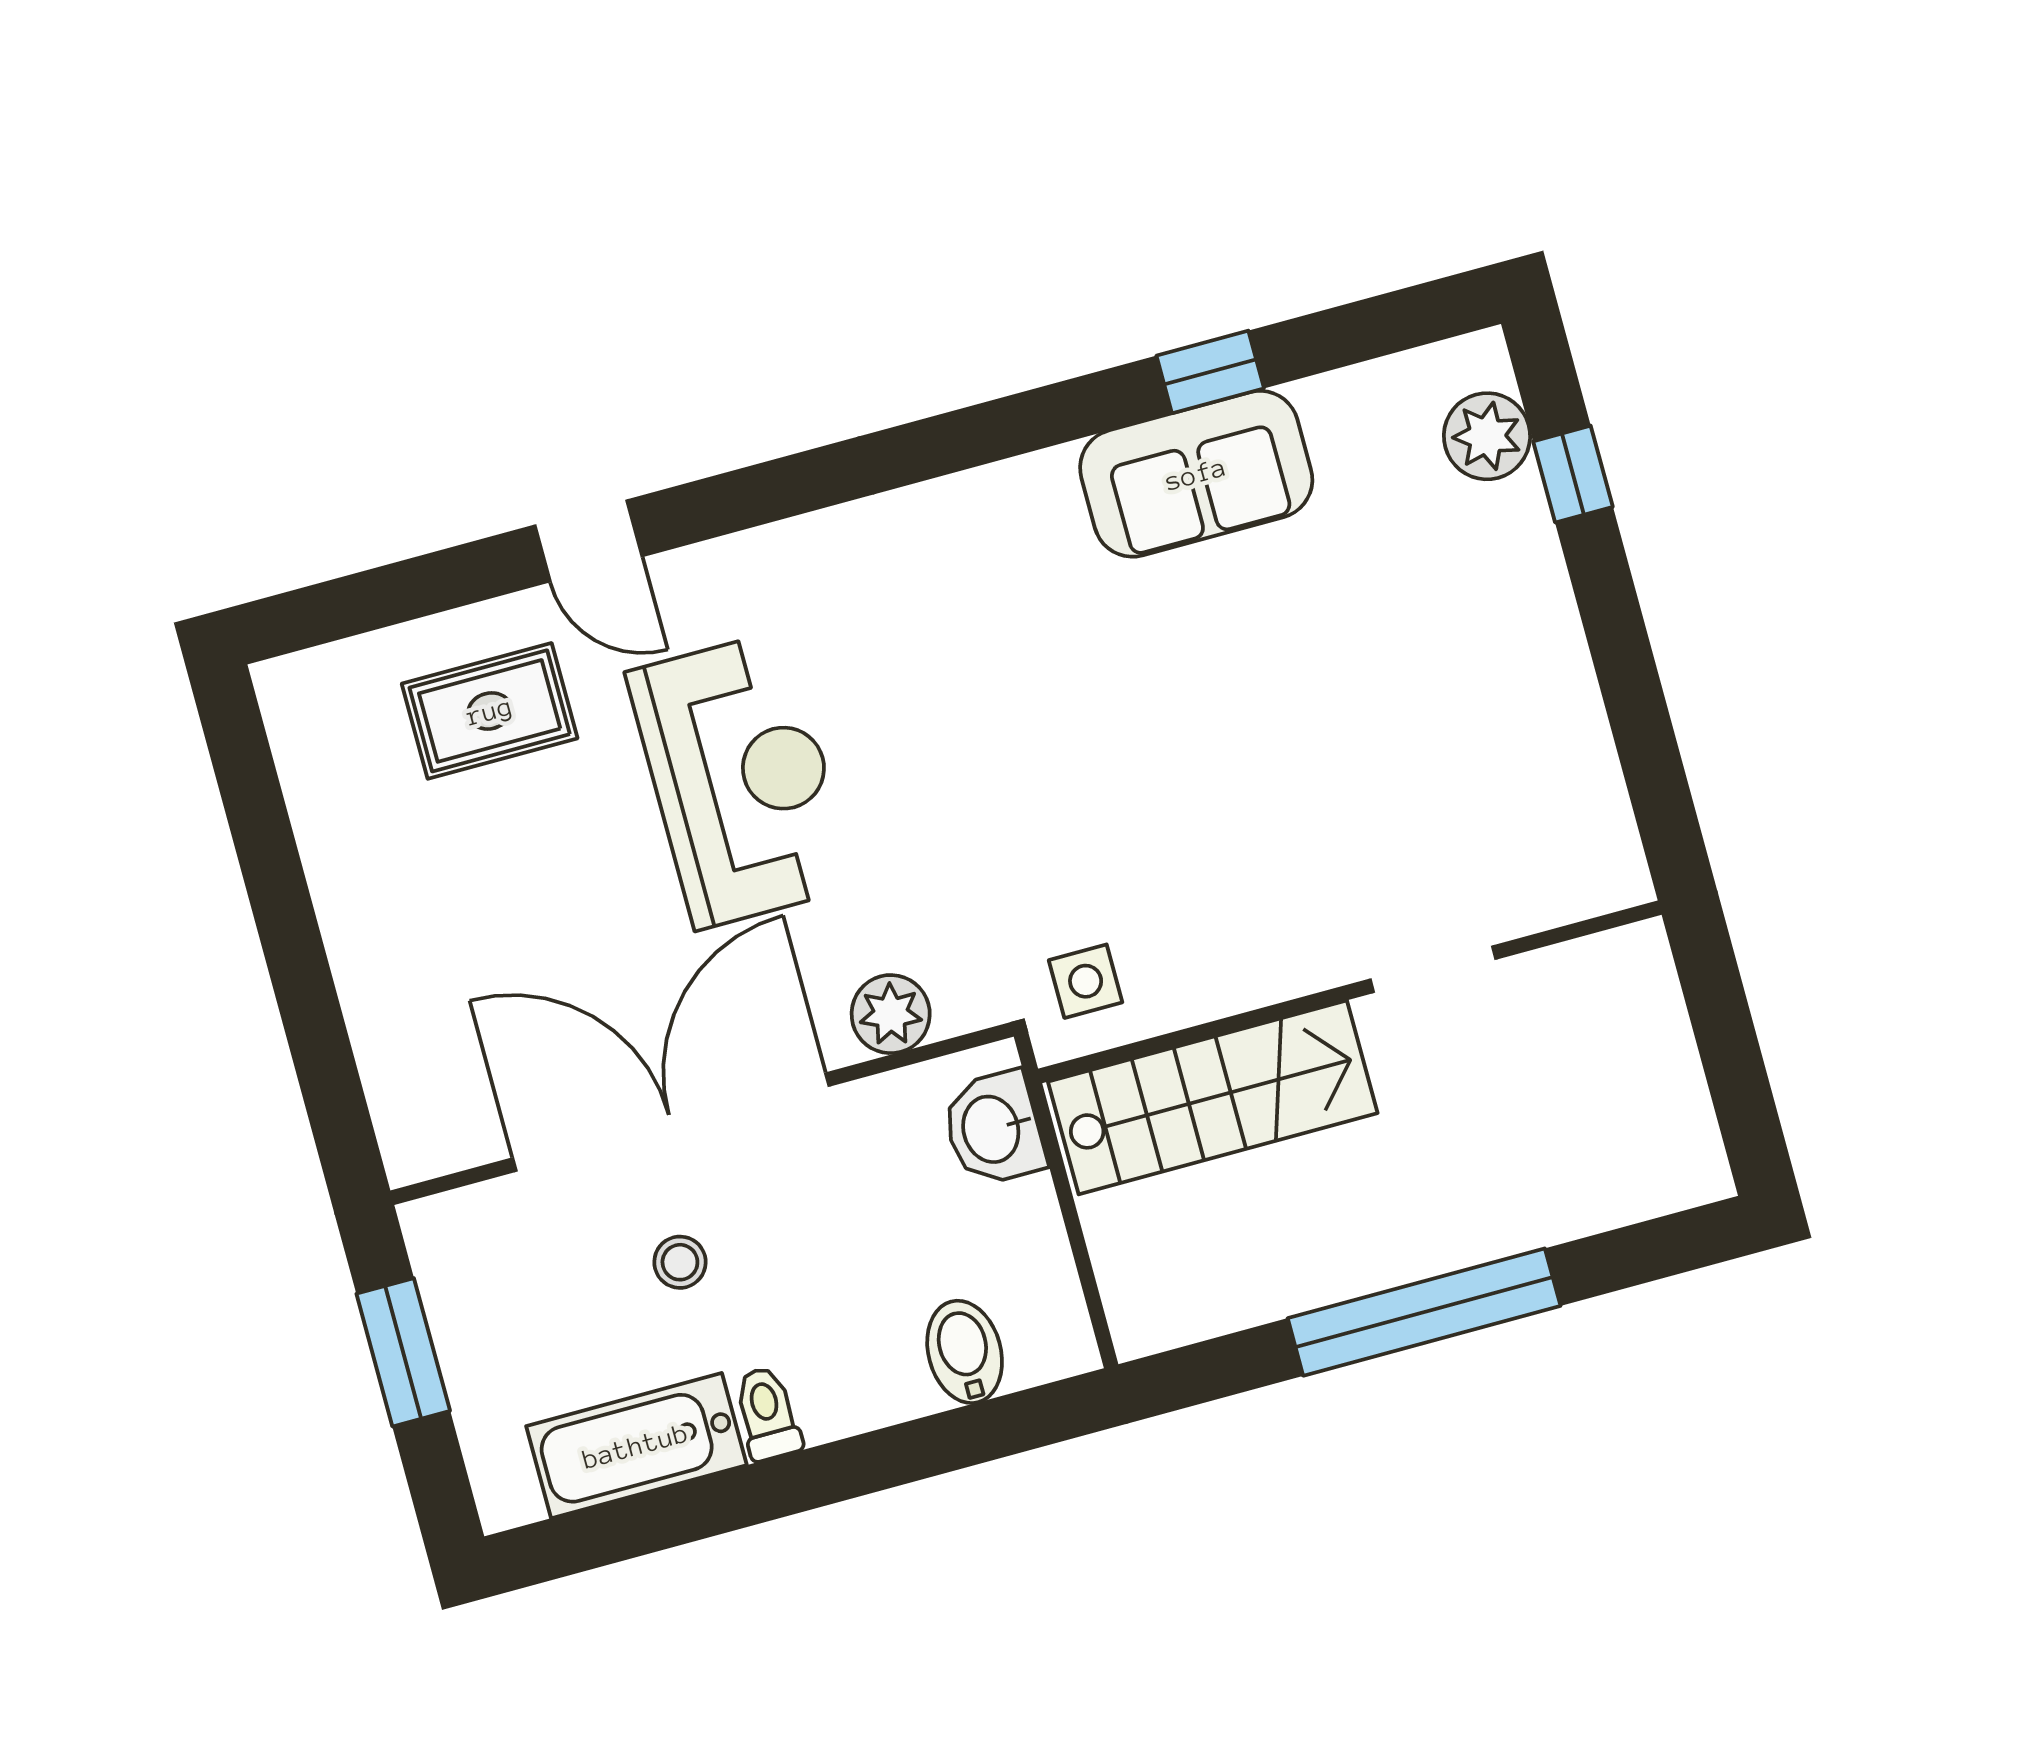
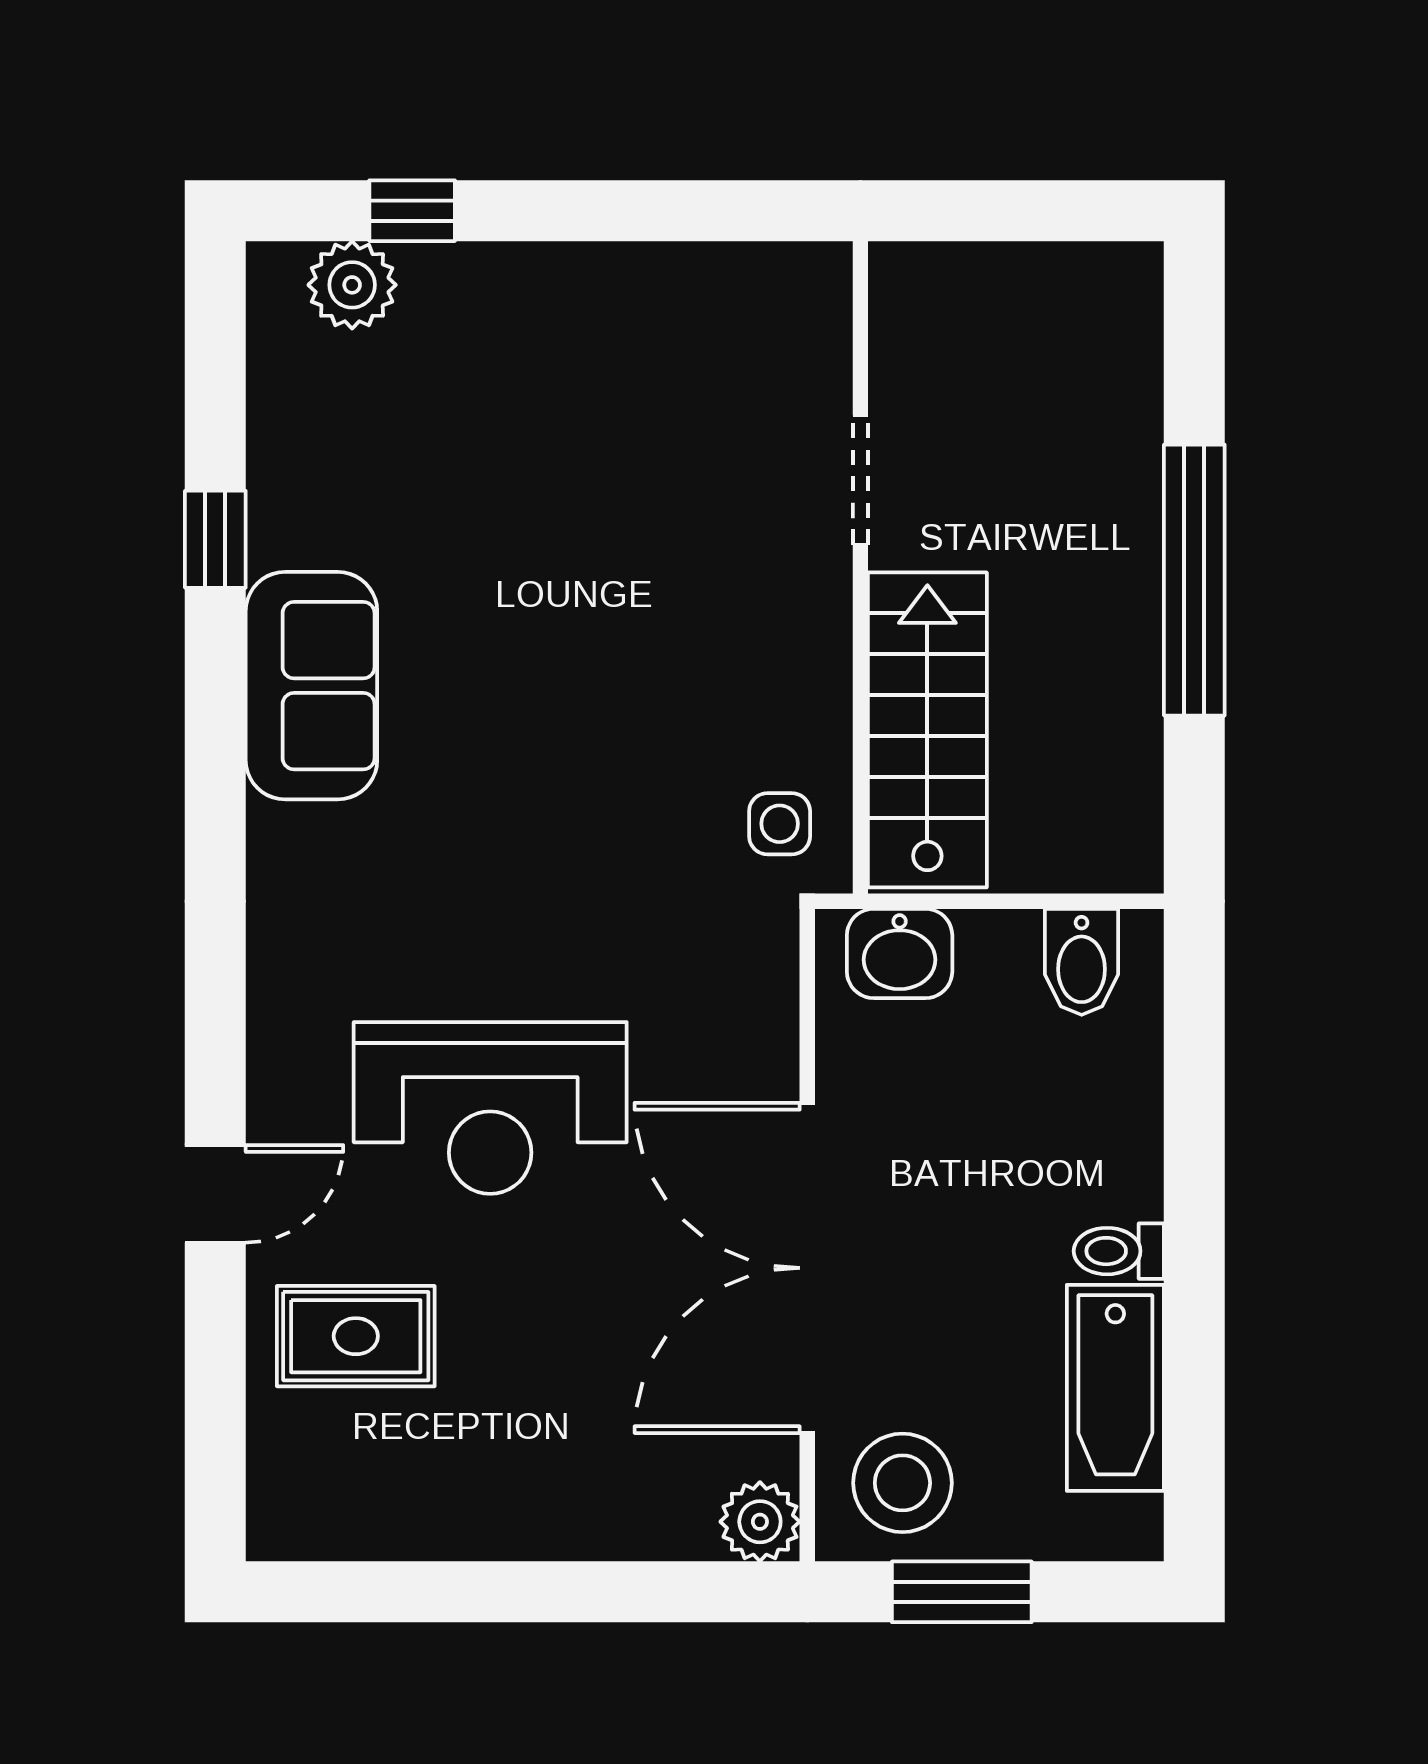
sofa: (1196, 474) -> (311, 686), moved
rug: (490, 711) -> (356, 1336), turned 90
reception desk: (741, 780) -> (490, 1108), turned 180
plant: (891, 1014) -> (760, 1522), moved
stool: (680, 1262) -> (902, 1483), moved, width x1.89, depth x1.89
bidet: (965, 1352) -> (1082, 962), moved, turned -90

